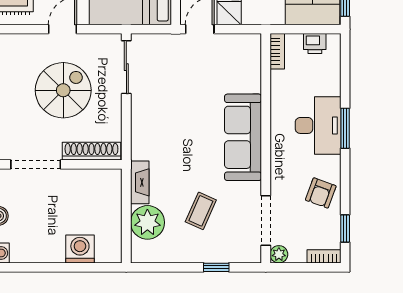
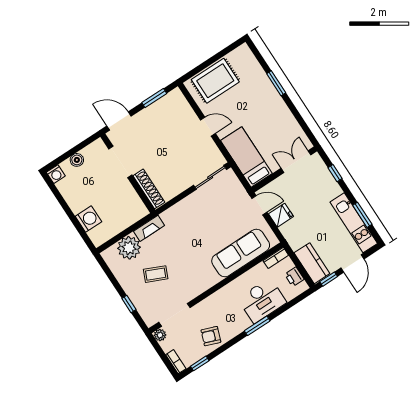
spiral stairs: (63, 90) -> (173, 150), removed
desk: (318, 125) -> (262, 300), moved
sofa: (243, 137) -> (241, 253), moved

